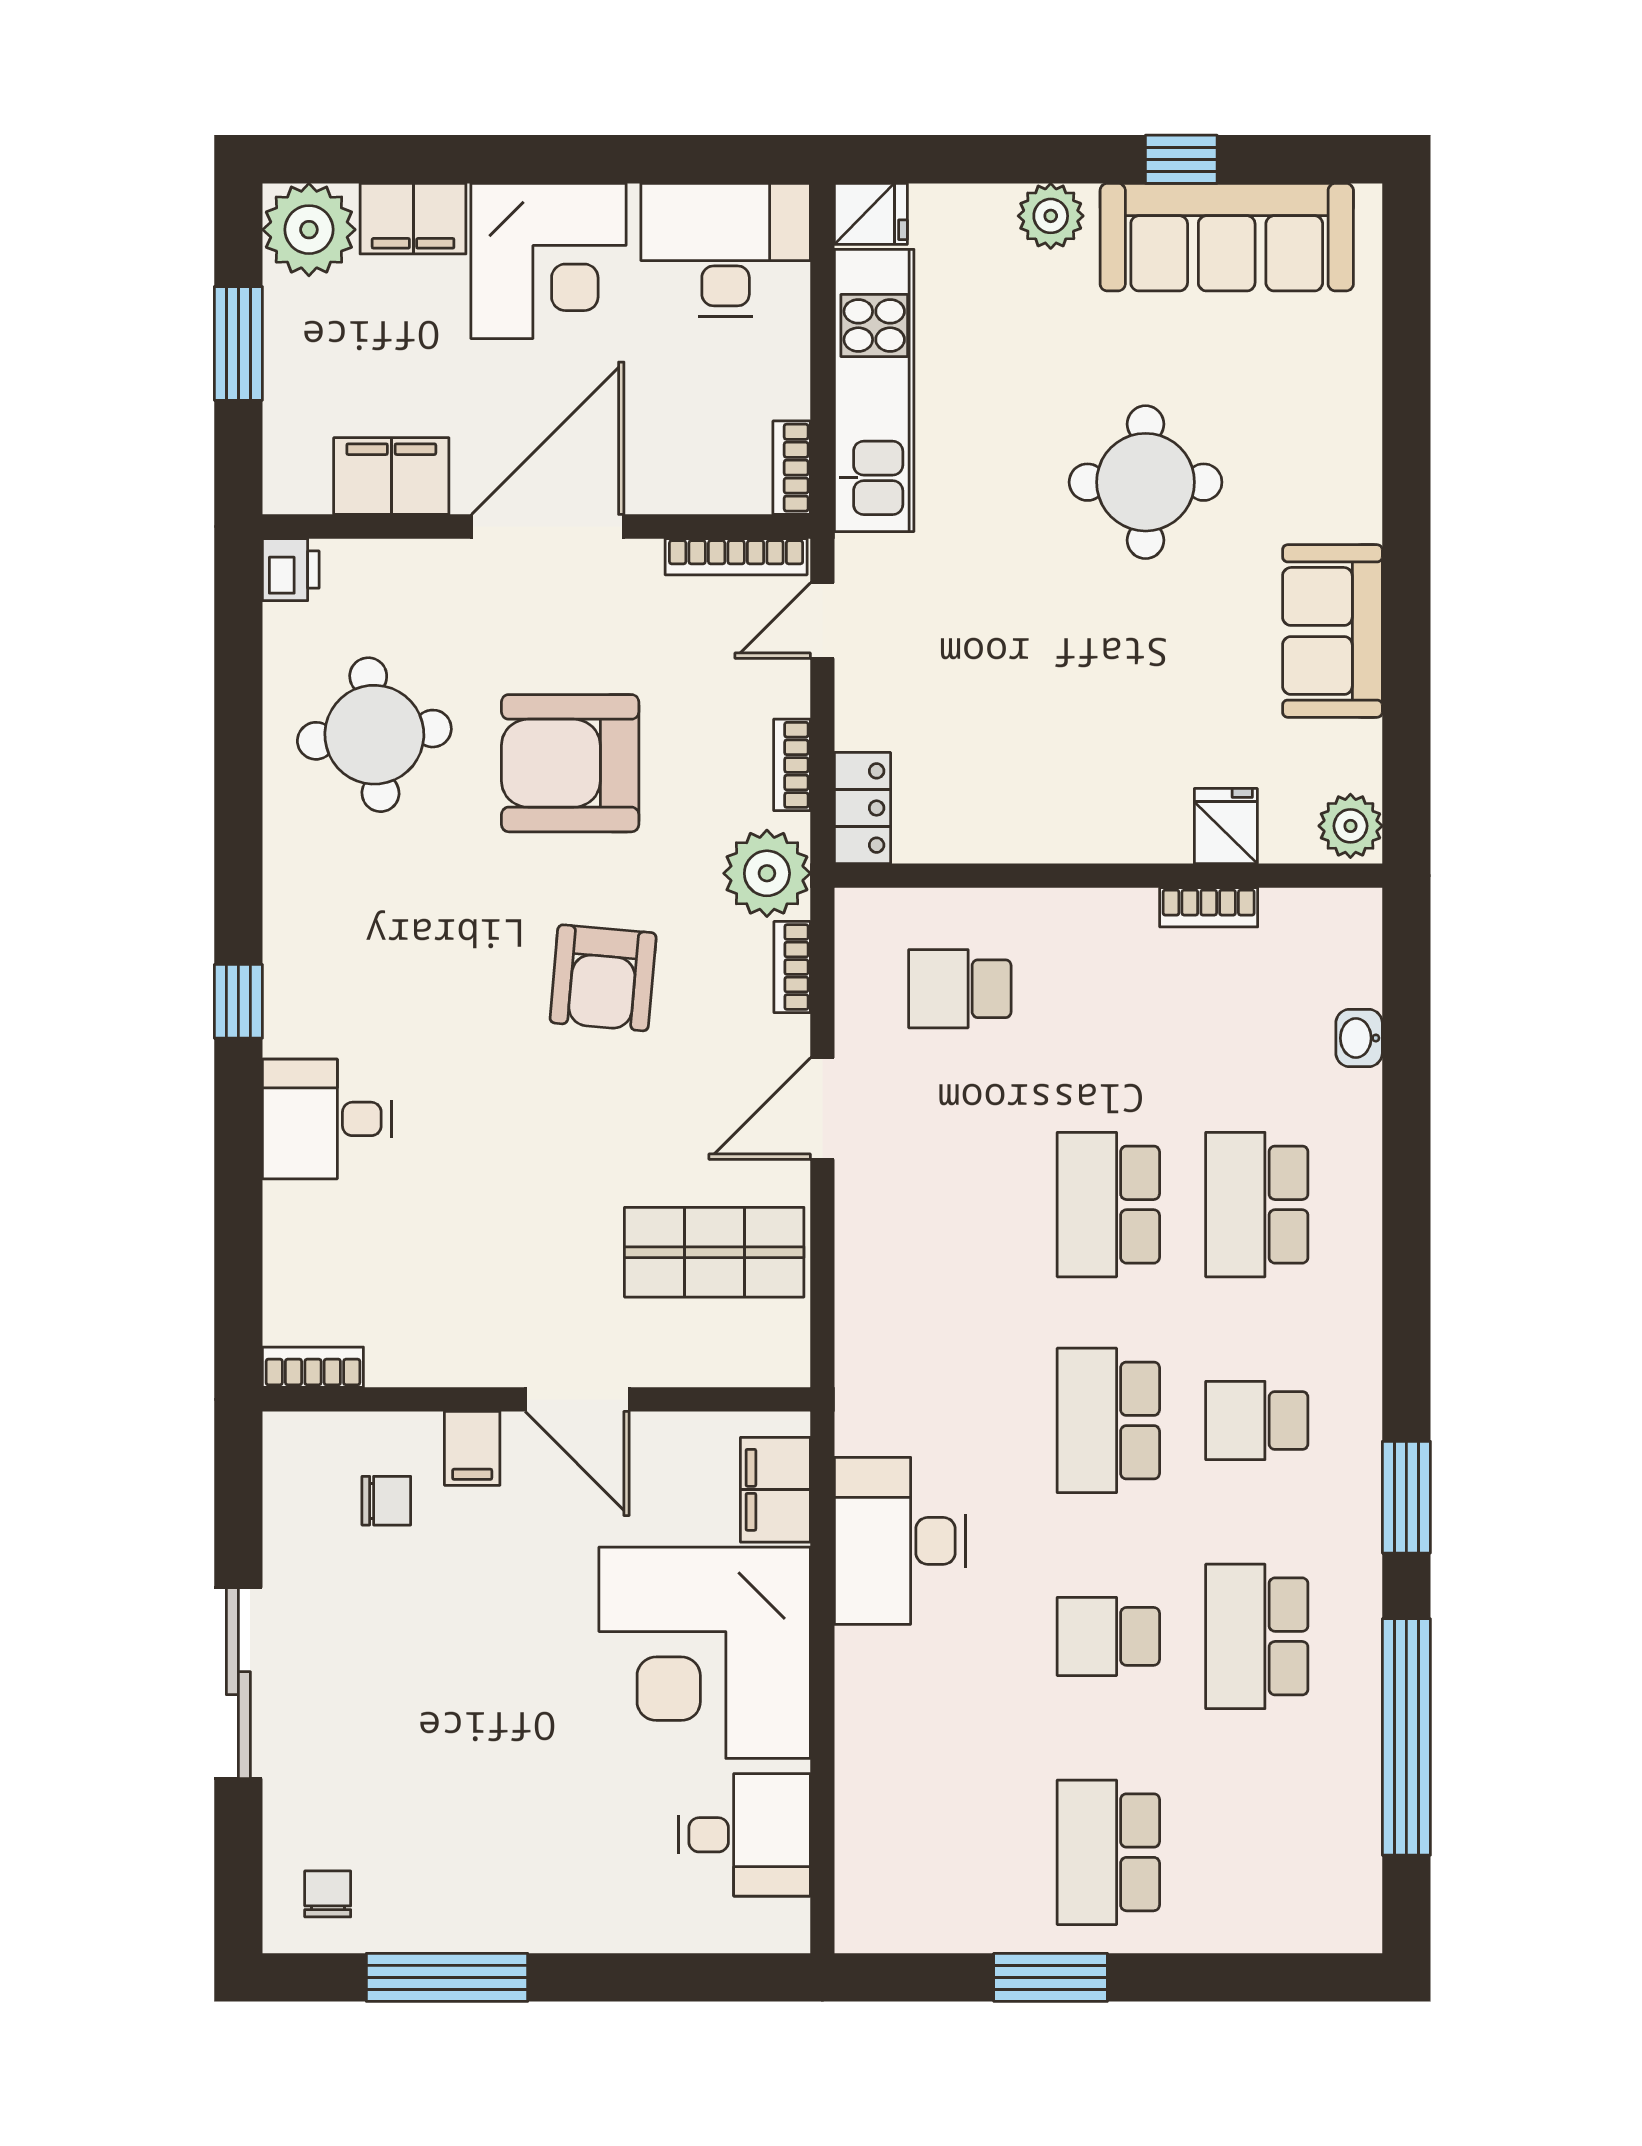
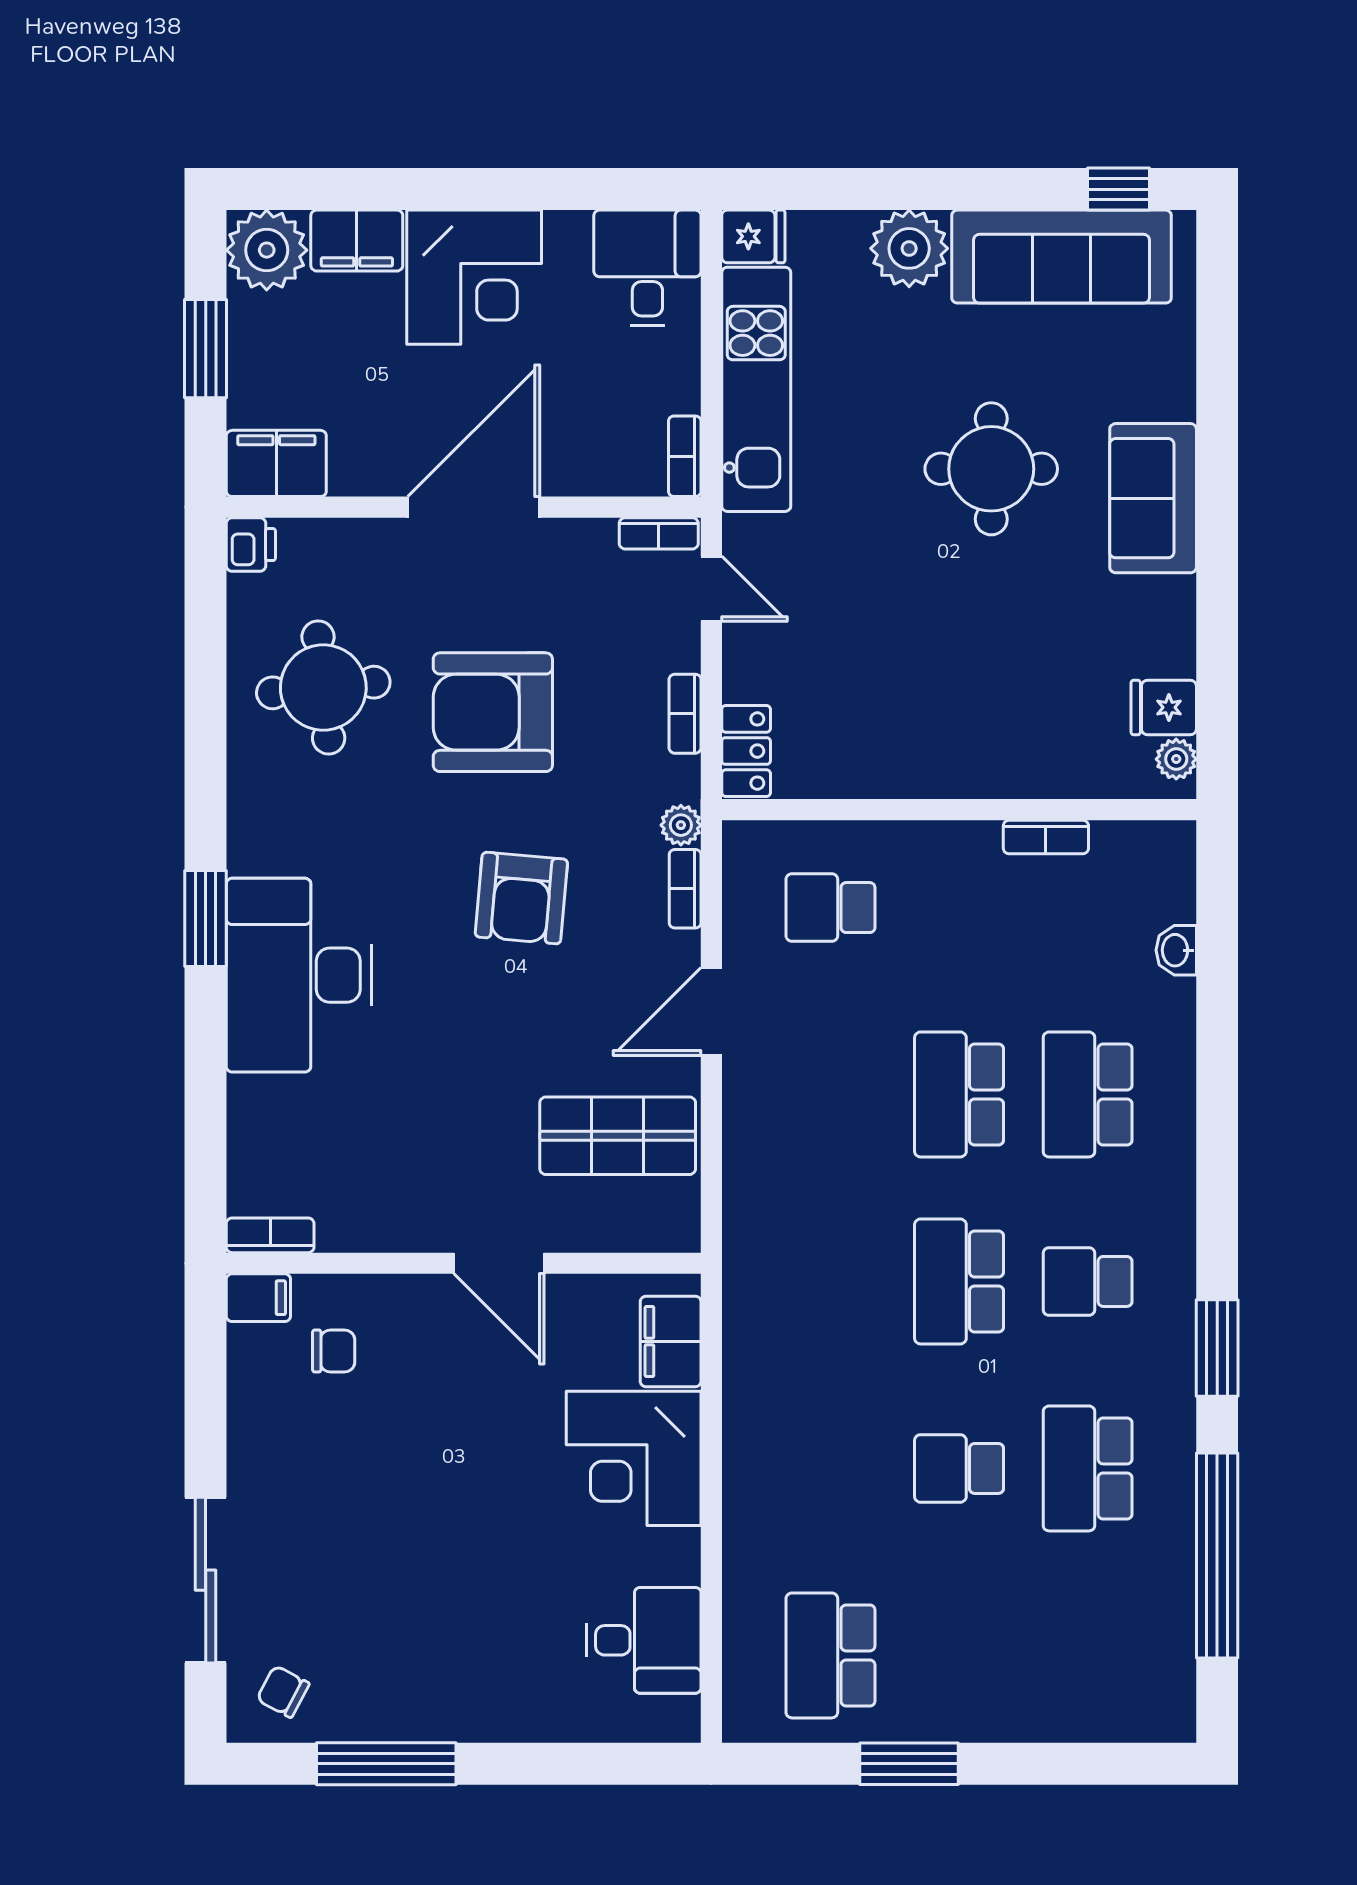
window: (1181, 159) -> (1118, 189), moved
plant: (1051, 216) -> (909, 248), width x1.36, depth x1.36
desk: (726, 250) -> (647, 268), width x0.73
filing cabinet: (391, 476) -> (276, 463), moved
bookcase: (736, 557) -> (659, 533), width x0.64
door: (822, 621) -> (711, 589), swing flipped
sofa: (1332, 631) -> (1153, 498), moved
fridge: (1226, 826) -> (1164, 707), moved, turned -90
plant: (1350, 826) -> (1176, 759), width x0.73, depth x0.73
plant: (767, 873) -> (681, 825), width x0.53, depth x0.53
window: (238, 1001) -> (206, 918), width x1.50
desk: (327, 1119) -> (299, 975), width x1.87, depth x1.30
filing cabinet: (472, 1448) -> (258, 1298), moved, turned -90
desk: (900, 1541) -> (779, 1386), removed
corner desk: (705, 1653) -> (634, 1458), width x0.74, depth x0.74
sliding door: (238, 1683) -> (206, 1580), moved
school desk: (1108, 1852) -> (830, 1655), moved
chair: (328, 1894) -> (283, 1691), turned -62

